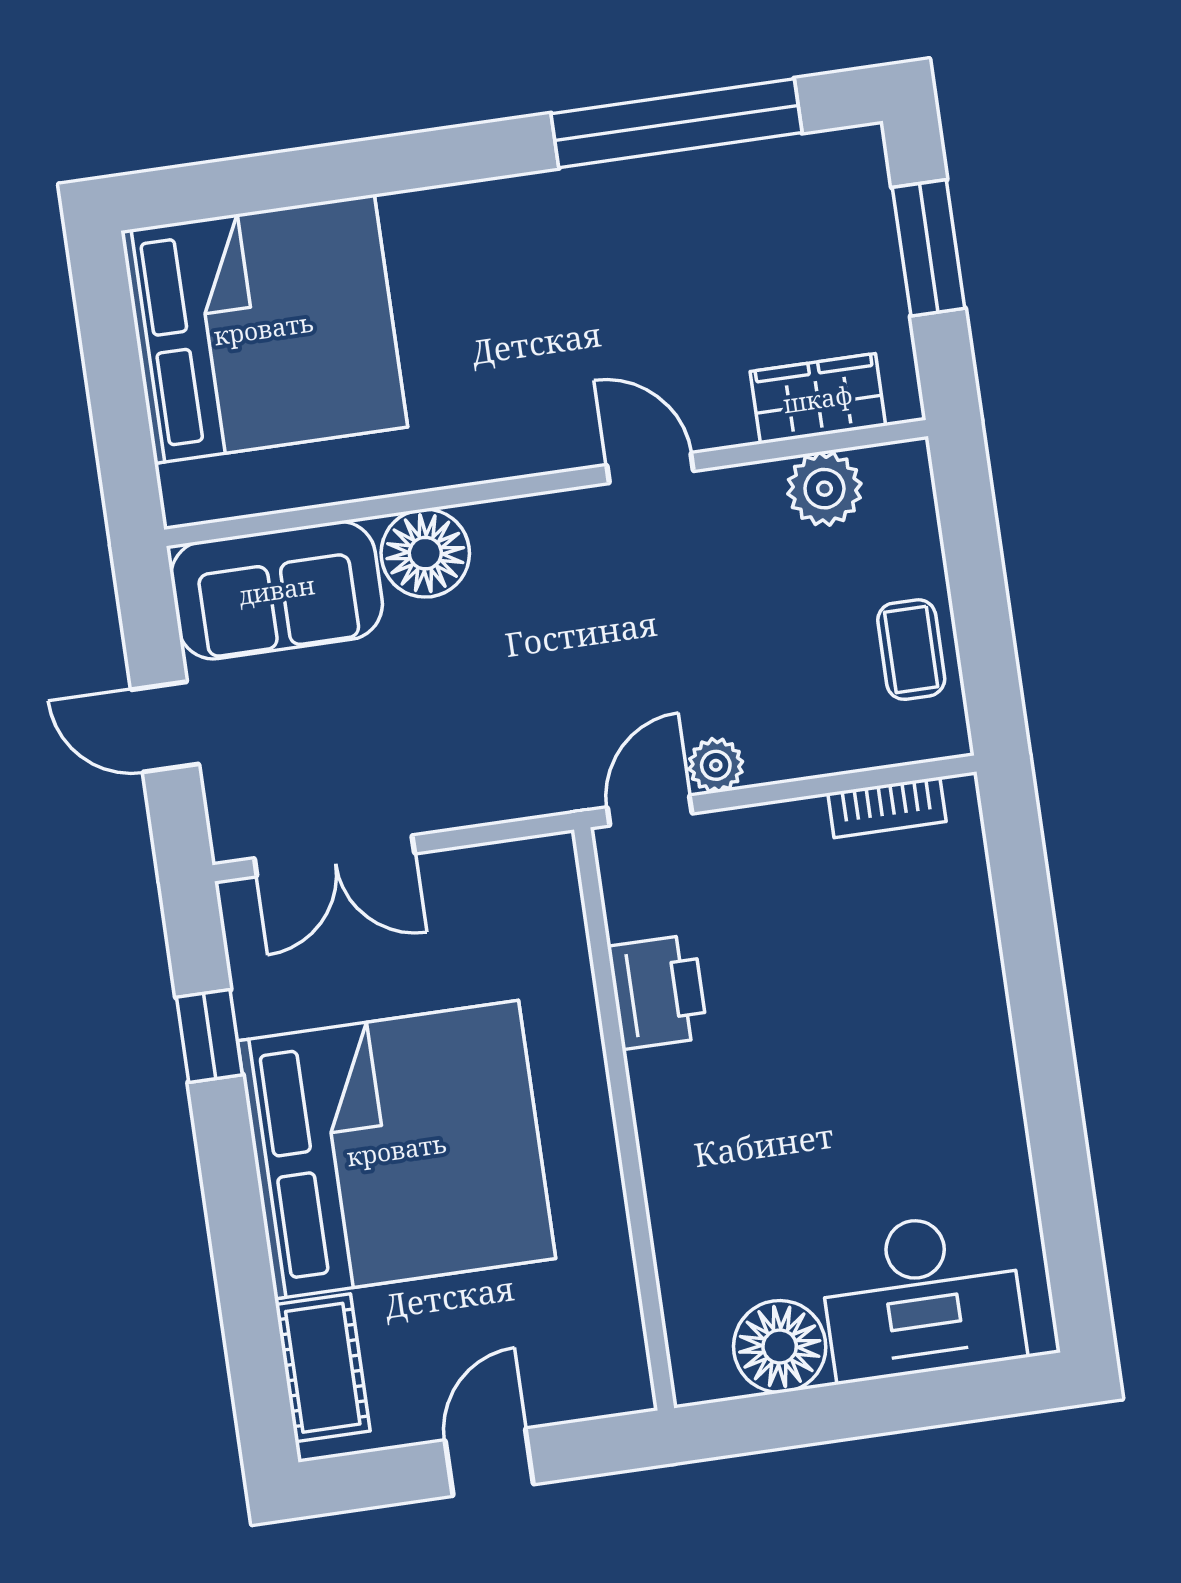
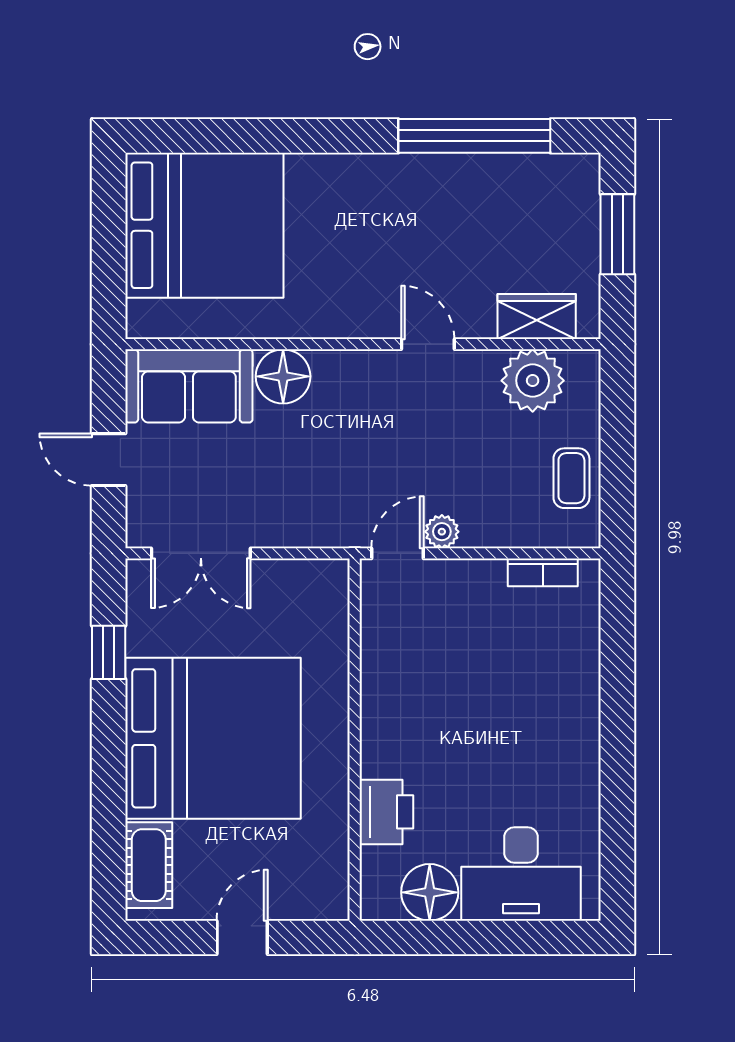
plant: (824, 489) -> (533, 381), width x1.36, depth x1.36
printer: (658, 992) -> (386, 812), moved

